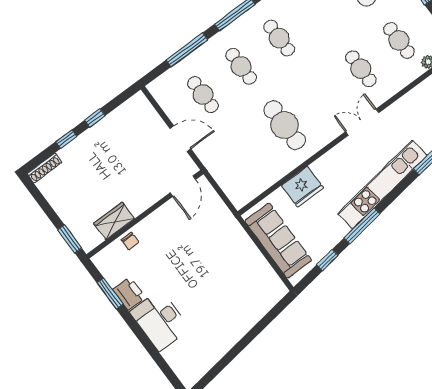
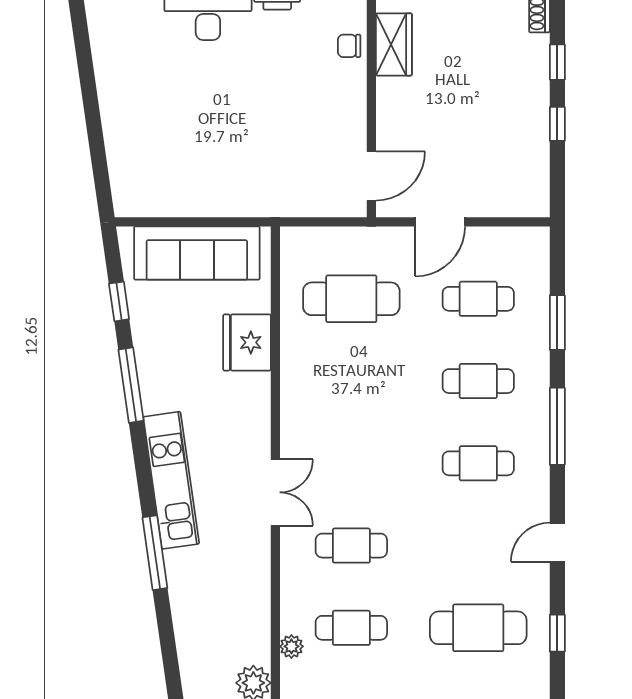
window: (187, 50) -> (557, 323), width x0.69
cafe table: (285, 125) -> (351, 299), moved
kitchen unit: (382, 184) -> (171, 480), width x0.73
door: (183, 186) -> (371, 176), swing flipped

